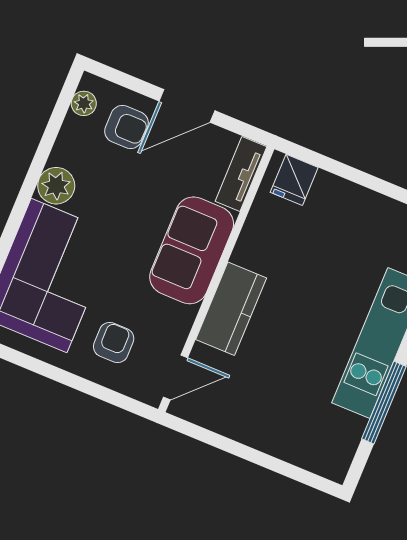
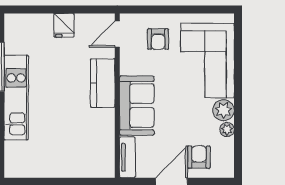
plant: (84, 103) -> (227, 129), moved
armchair: (127, 127) -> (199, 157), turned 90
fridge: (294, 180) -> (64, 25), moved, turned 180

